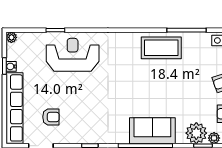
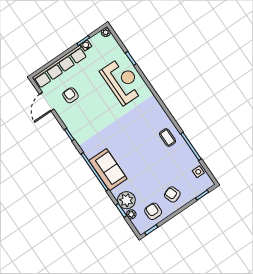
coffee table: (161, 48) -> (168, 138), width x0.54, depth x0.58
armchair: (51, 117) -> (70, 95), turned 180

